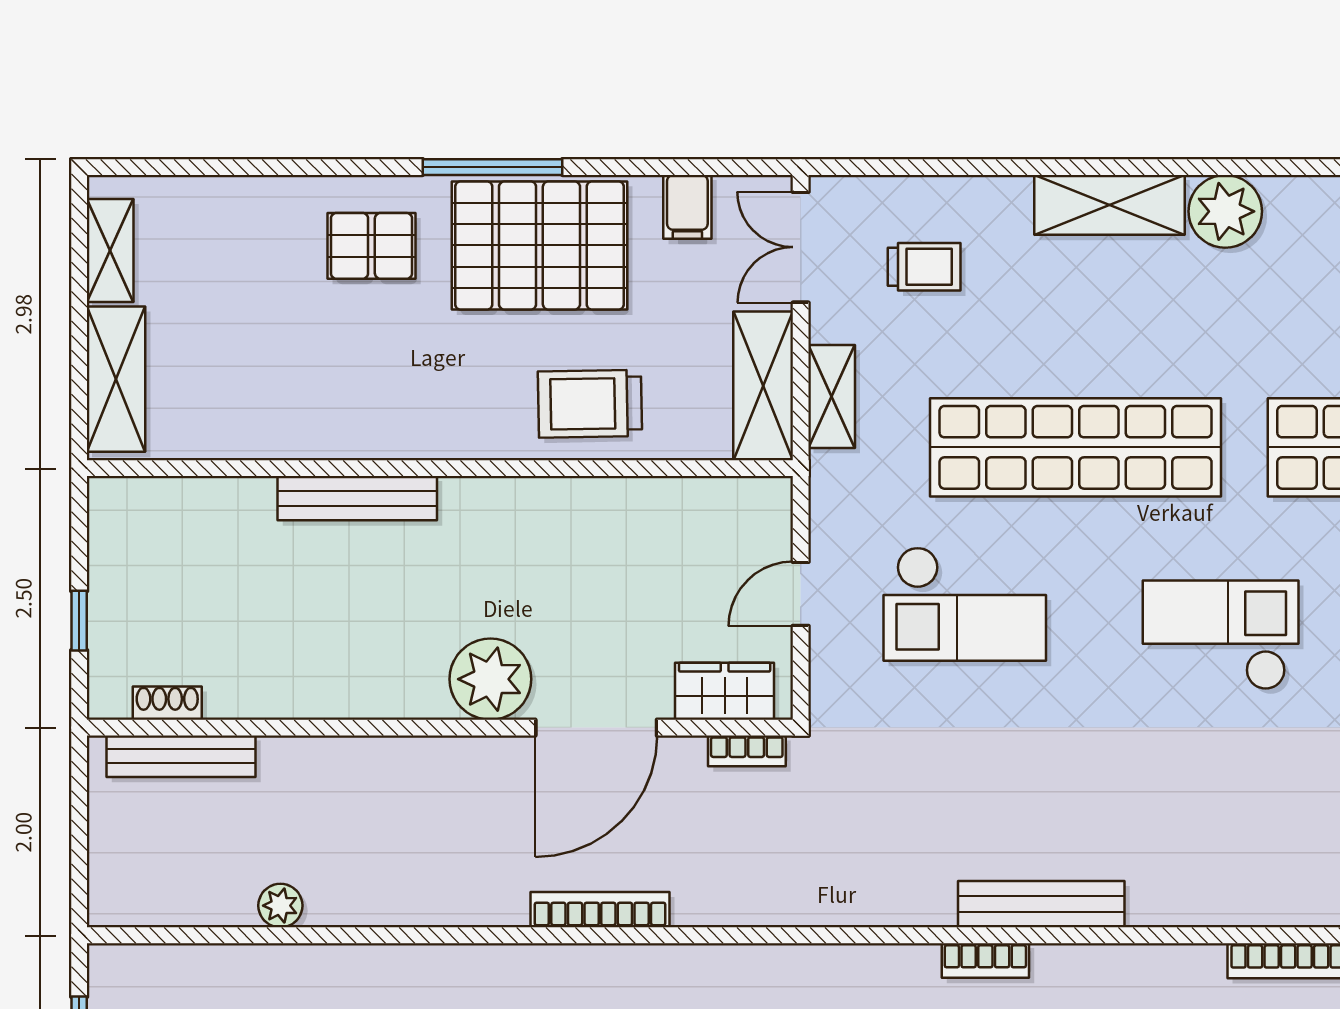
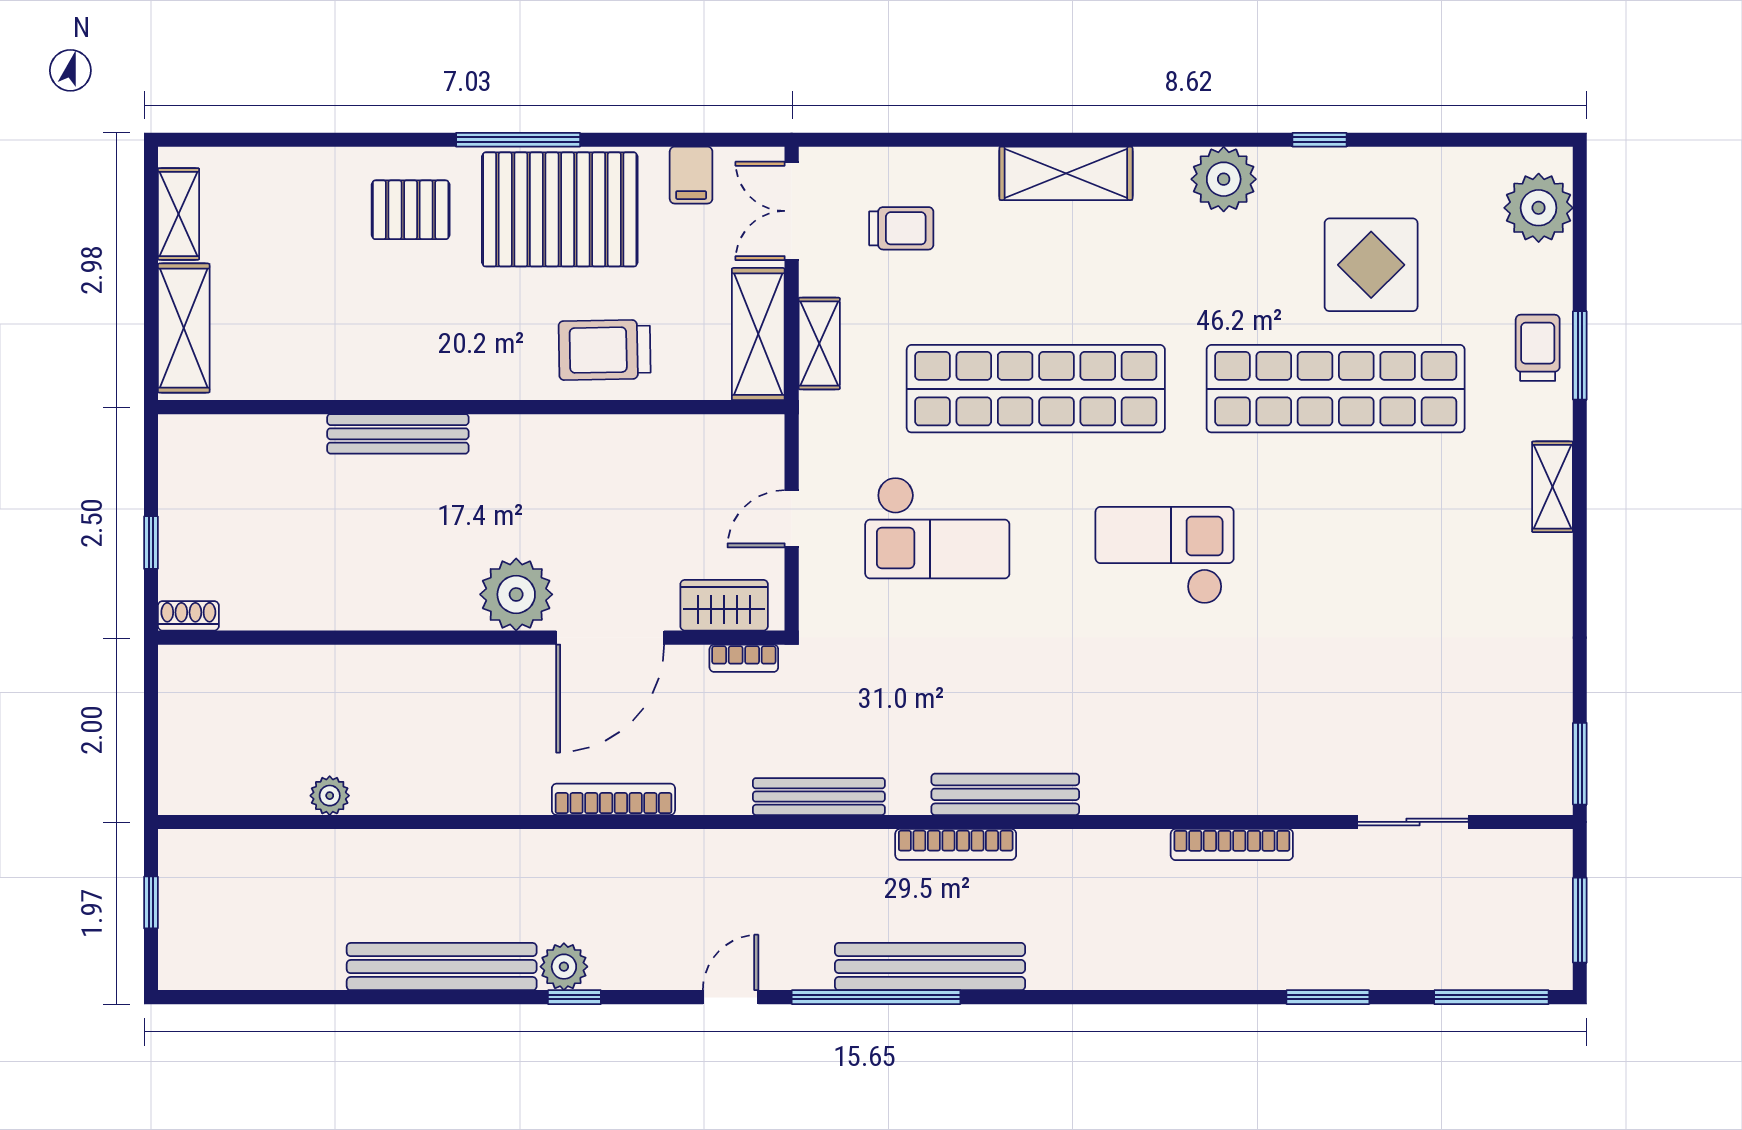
plant: (1225, 211) -> (1224, 179), moved
shoe rack: (167, 703) -> (188, 616), moved
bench: (181, 756) -> (819, 797), moved
bookcase: (985, 960) -> (956, 844), width x1.56

